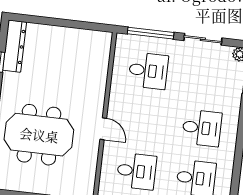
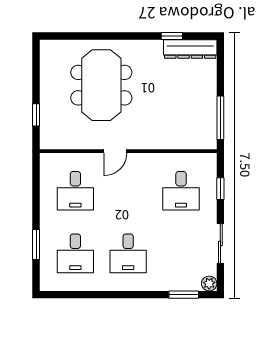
window: (83, 25) -> (220, 118), added
window: (151, 33) -> (220, 189), width x0.46

